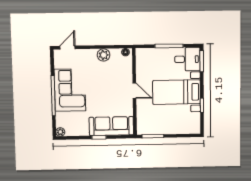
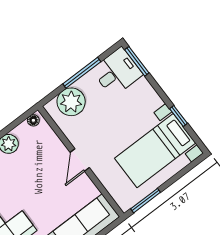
plant: (152, 57) -> (71, 102), added
door: (134, 91) -> (80, 160), swing flipped
bed with nightstands: (177, 92) -> (155, 151), moved

